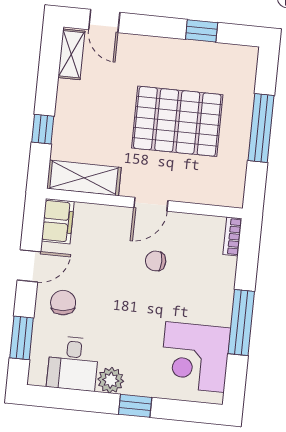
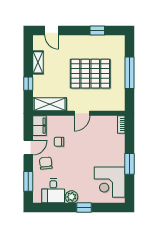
shelving: (71, 54) -> (38, 62), moved
chair: (156, 261) -> (59, 142), moved
window: (241, 322) -> (129, 164), width x0.69

